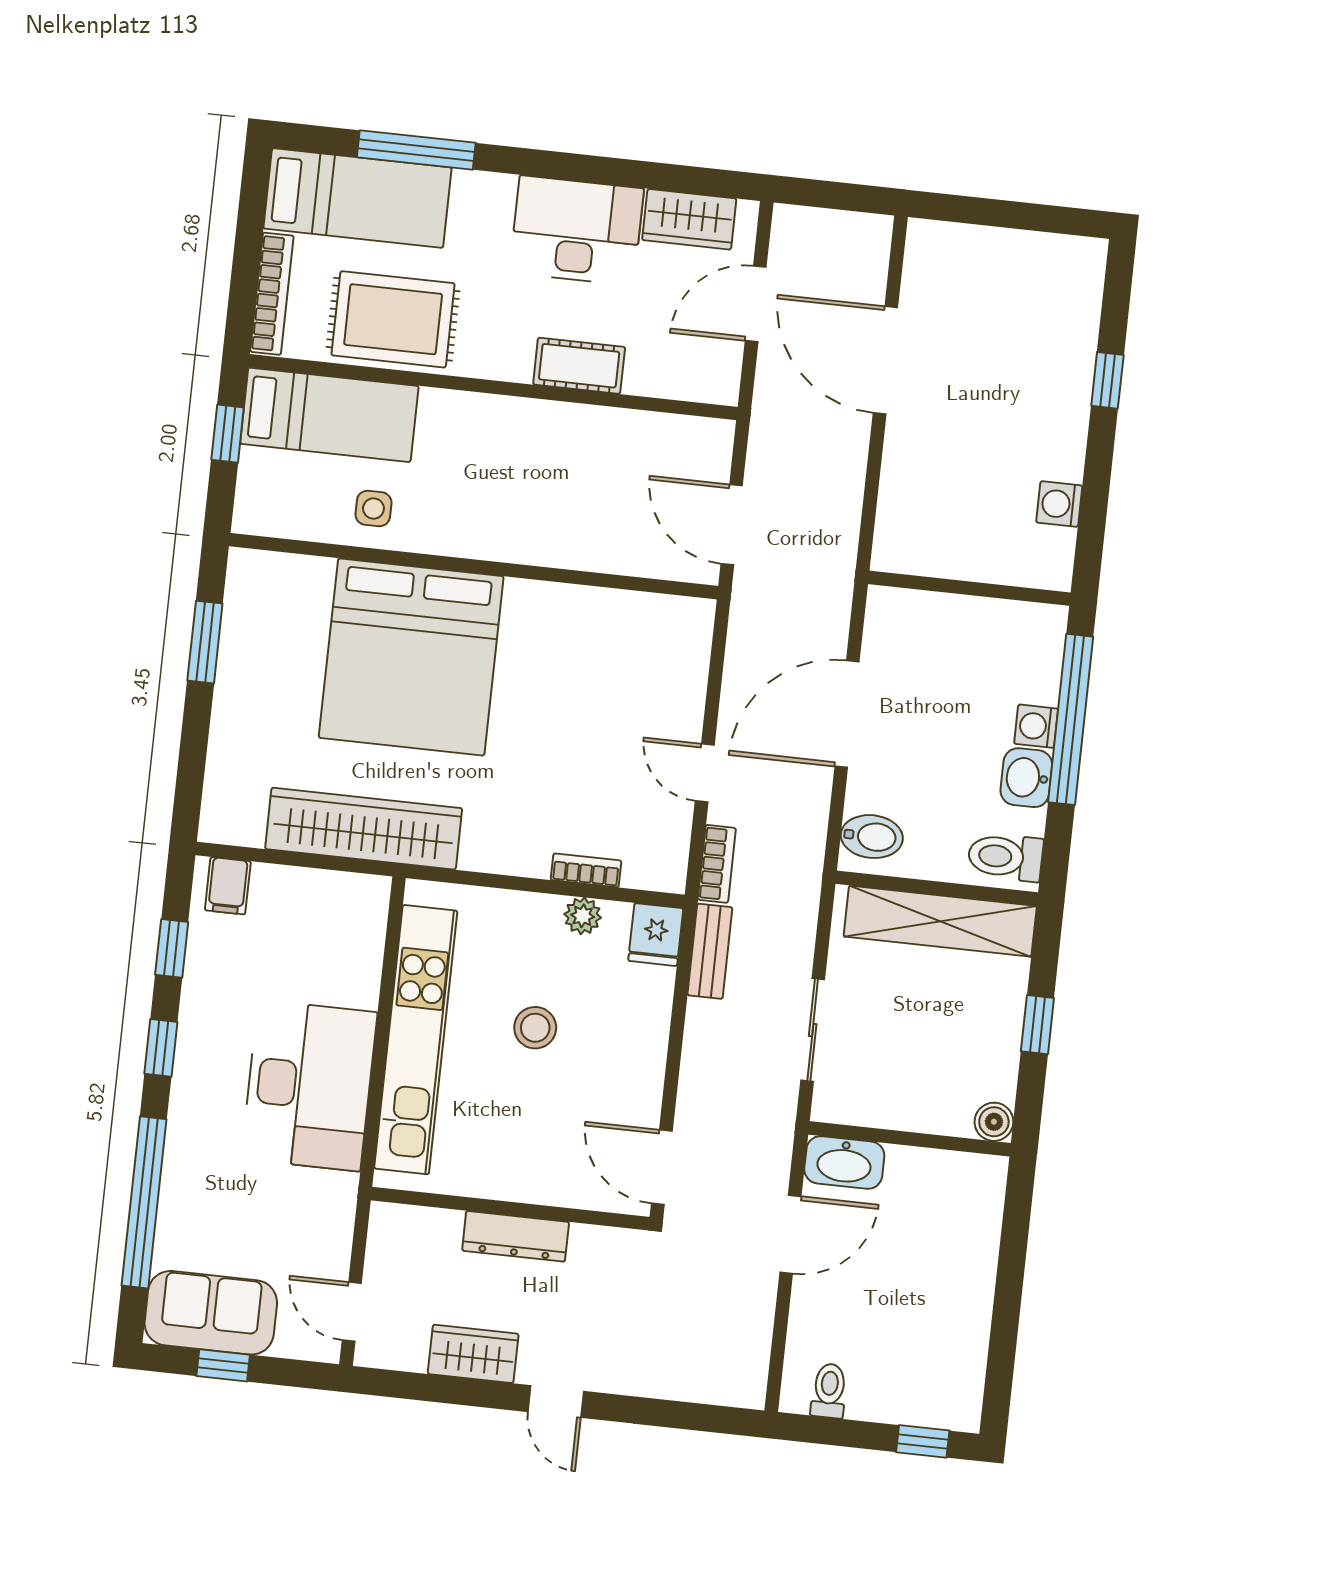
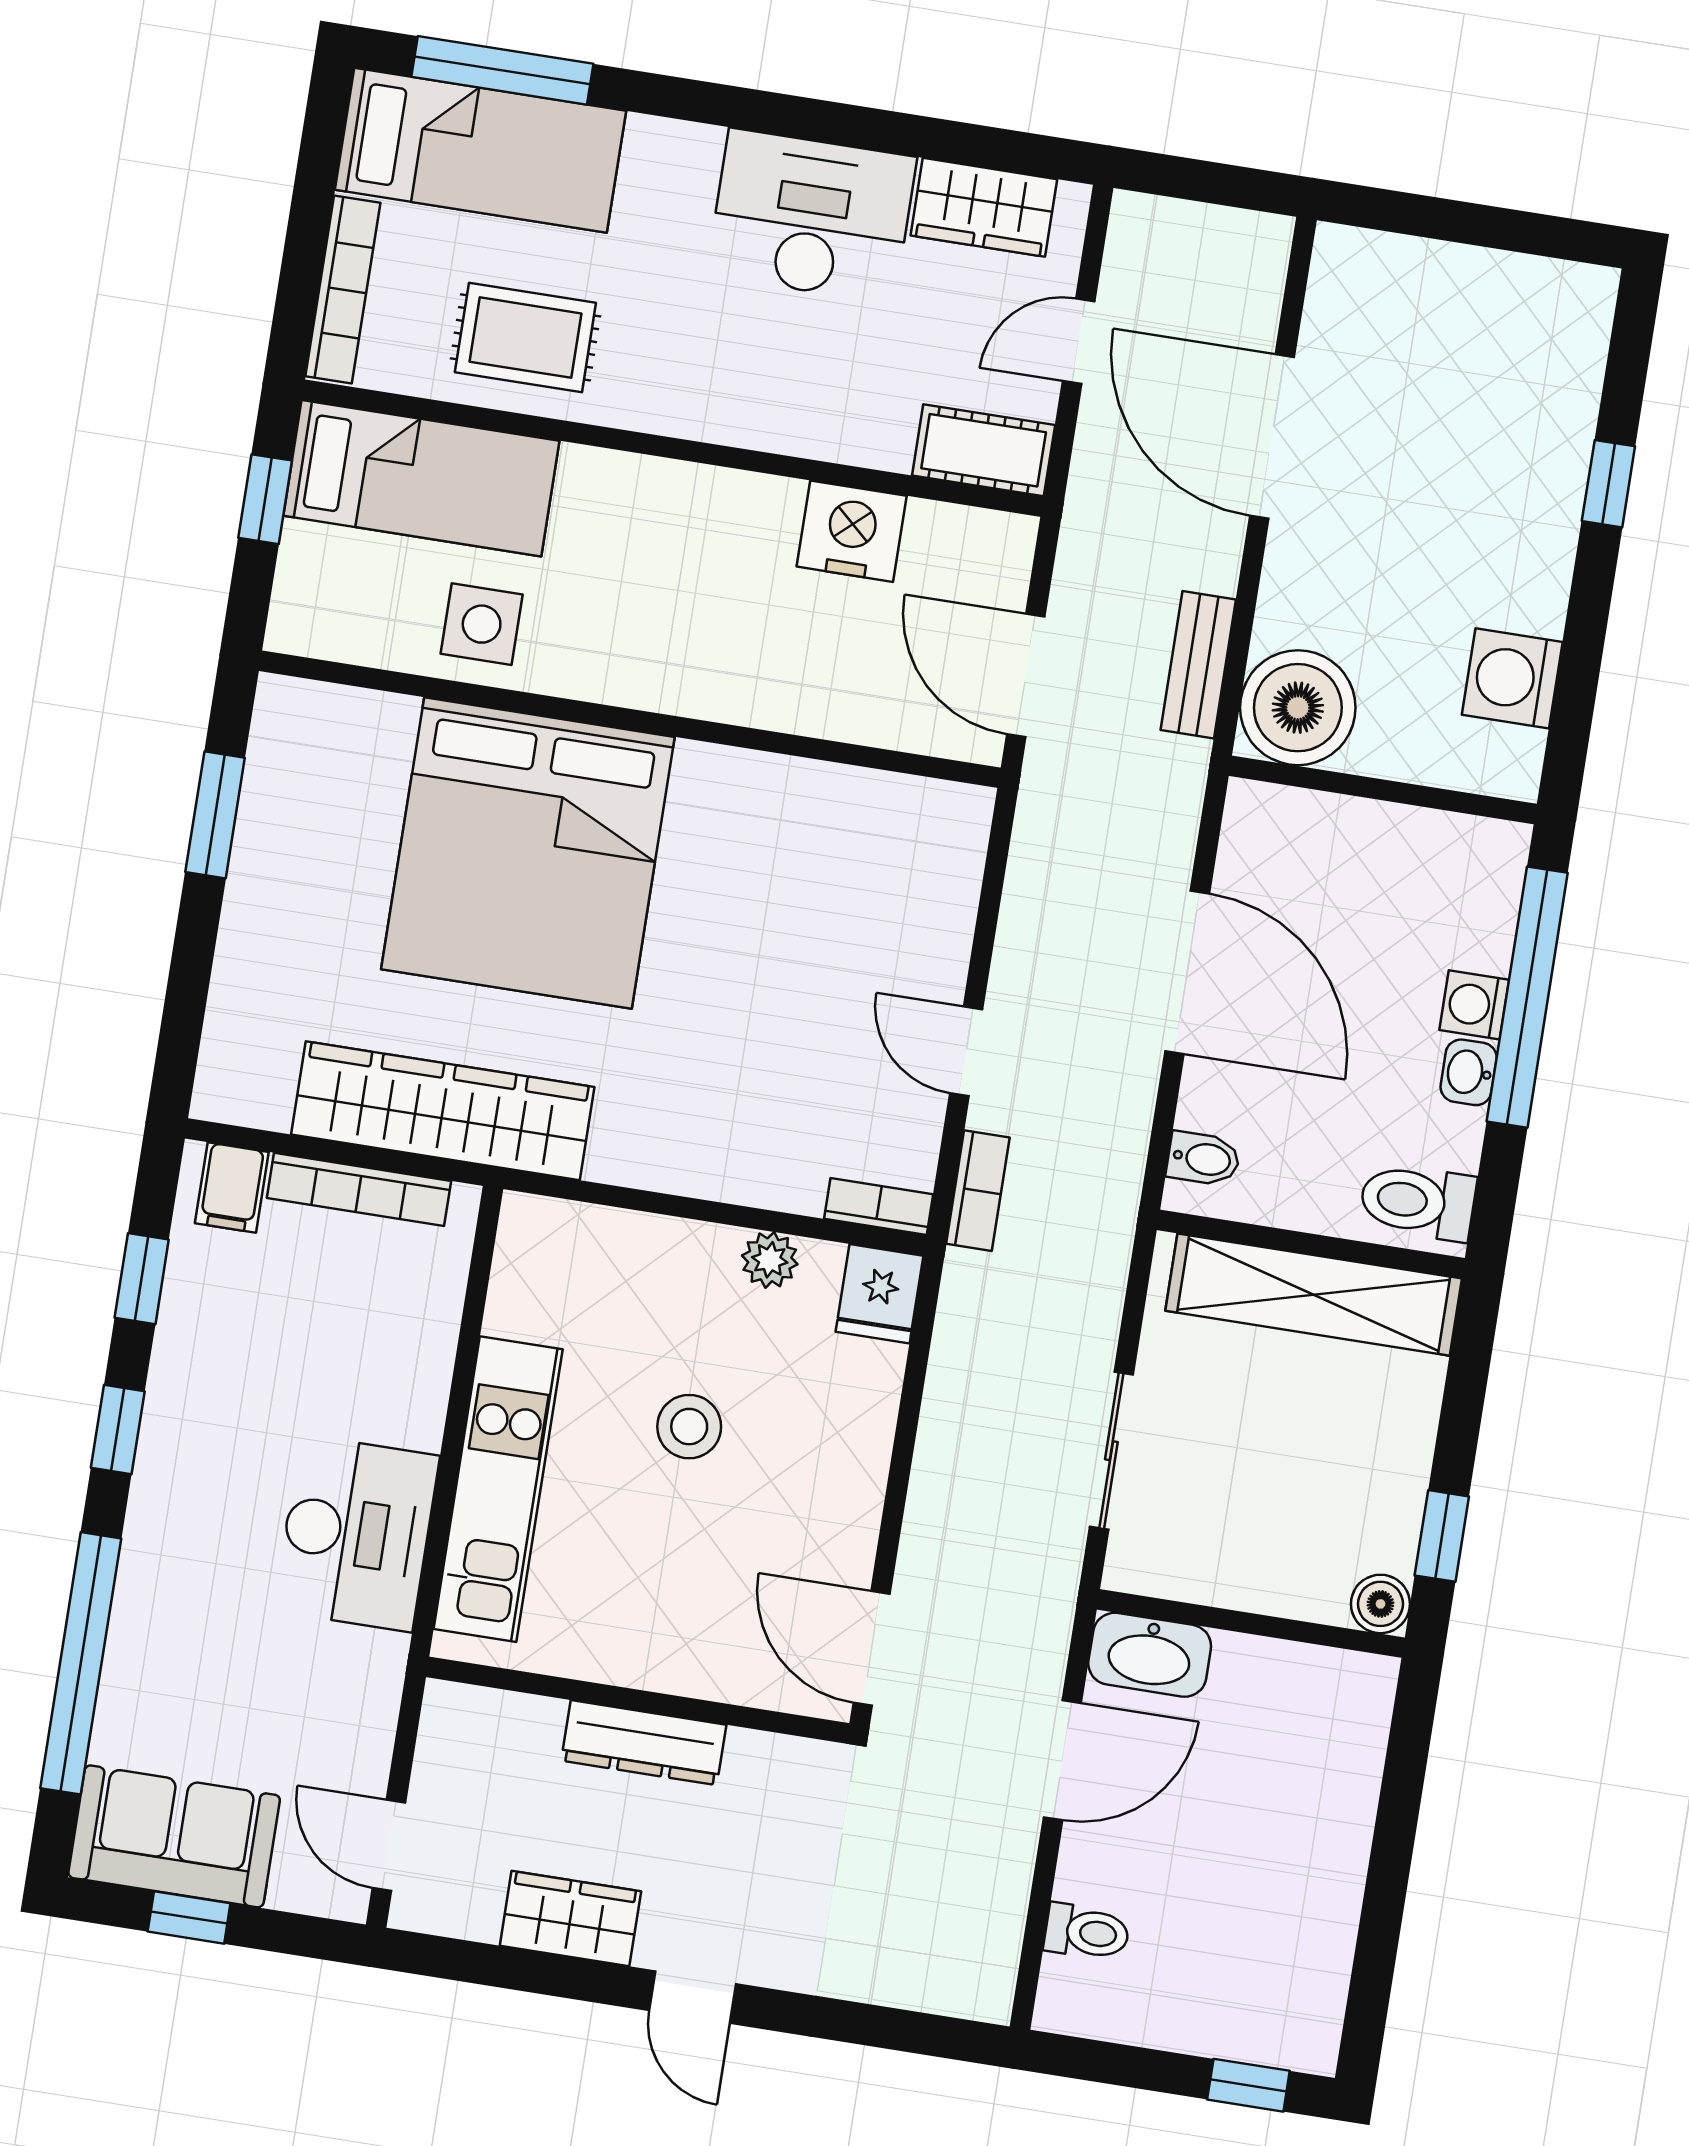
window: (416, 150) -> (502, 70), moved
door: (756, 304) -> (1079, 341), width x0.73
rug: (393, 319) -> (525, 338), width x0.73, depth x0.70
cot: (579, 366) -> (984, 450), moved
nightstand: (613, 436) -> (852, 531), added
washing machine: (1059, 504) -> (1512, 678), width x1.38, depth x1.38
side table: (373, 508) -> (482, 624), width x1.37, depth x1.37
boiler: (911, 537) -> (1298, 708), added
door: (847, 714) -> (1187, 972), swing flipped
washbasin: (1026, 778) -> (1469, 1072), width x0.72, depth x0.69
bidet: (872, 837) -> (1203, 1159), width x0.72, depth x0.74
bookcase: (586, 870) -> (879, 1207), moved
bookcase: (311, 883) -> (359, 1189), added
bench: (710, 951) -> (1198, 665), moved
window: (1037, 1025) -> (1442, 1536), moved
kitchen unit: (416, 1040) -> (498, 1489), width x0.73
desk: (309, 1085) -> (357, 1533), width x0.73, depth x0.77
toilet: (829, 1391) -> (1087, 1932), moved, turned 90

